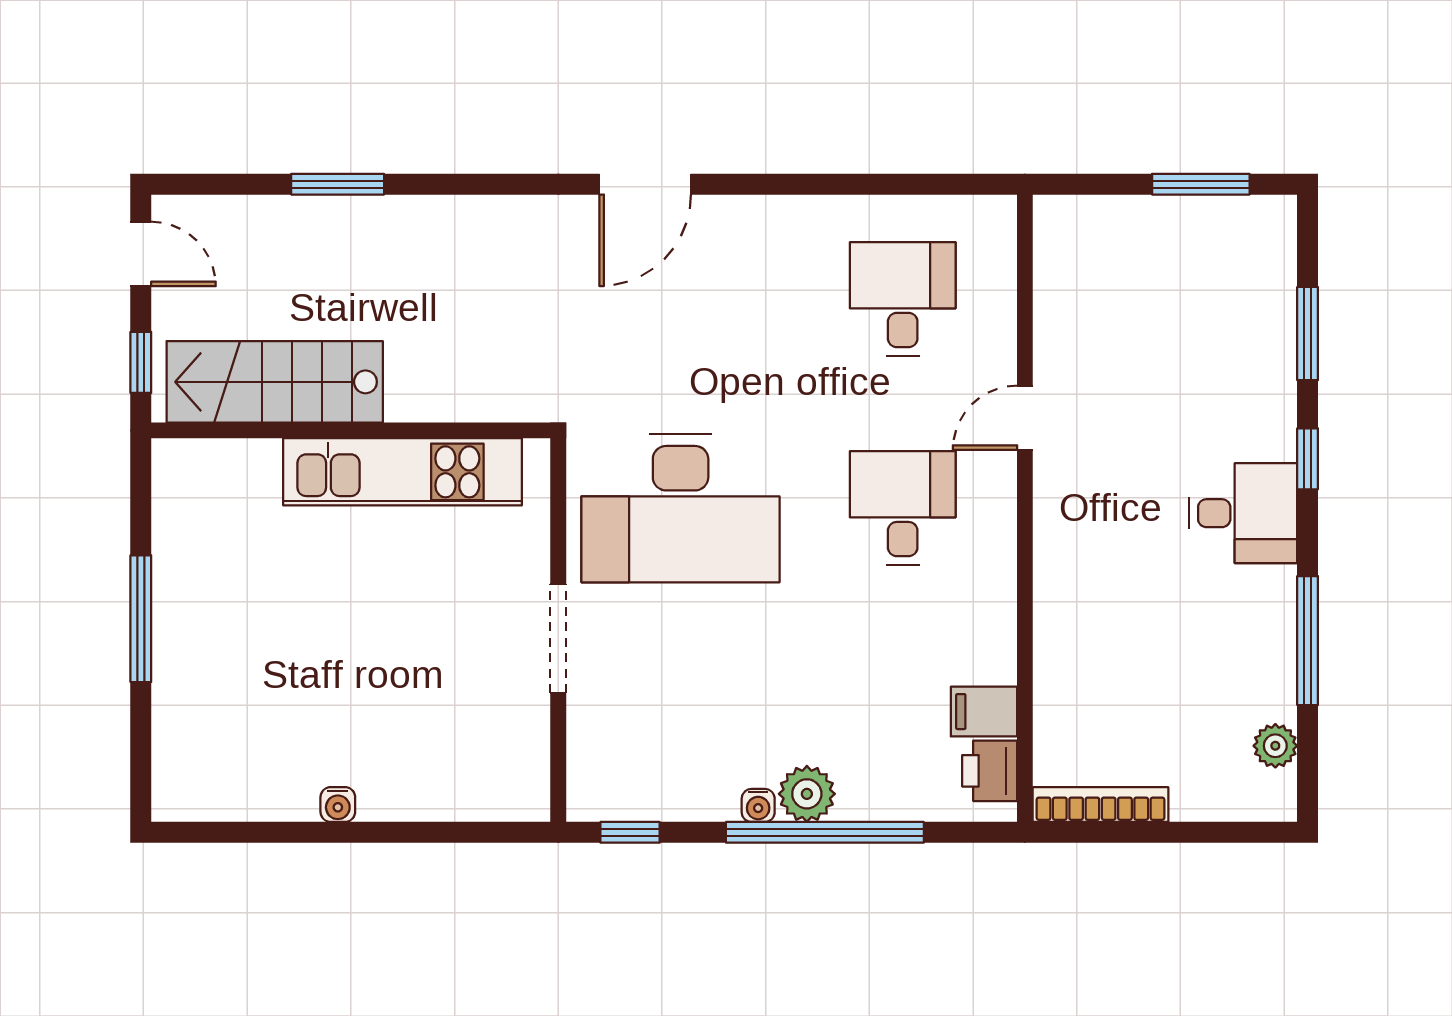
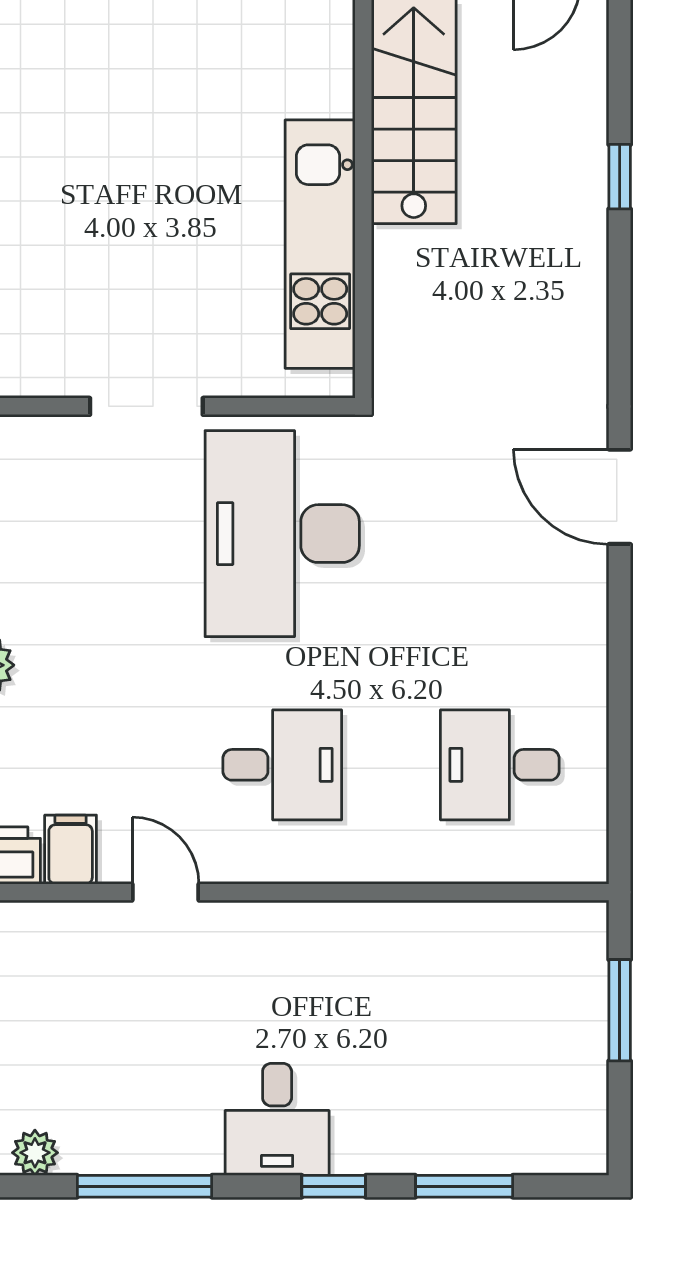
window: (338, 184) -> (620, 177), width x0.67
window: (1201, 184) -> (620, 1010), moved
desk: (903, 299) -> (500, 765), turned 180
door: (1025, 418) -> (166, 892), moved

